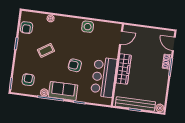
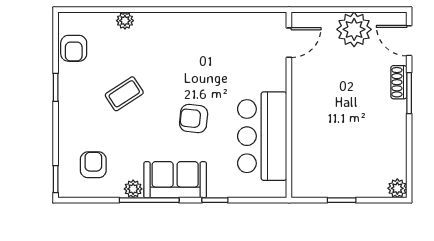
side table: (88, 27) -> (210, 28), removed
plant: (150, 36) -> (354, 29), added
wardrobe: (124, 69) -> (304, 112), removed
bench: (135, 104) -> (341, 187), removed

